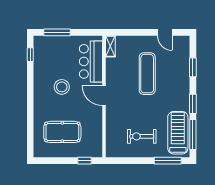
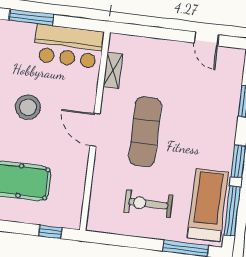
shelving: (110, 46) -> (113, 71), moved
bar counter: (91, 61) -> (69, 46), moved, turned -90
exercise mat: (147, 74) -> (145, 132), moved

